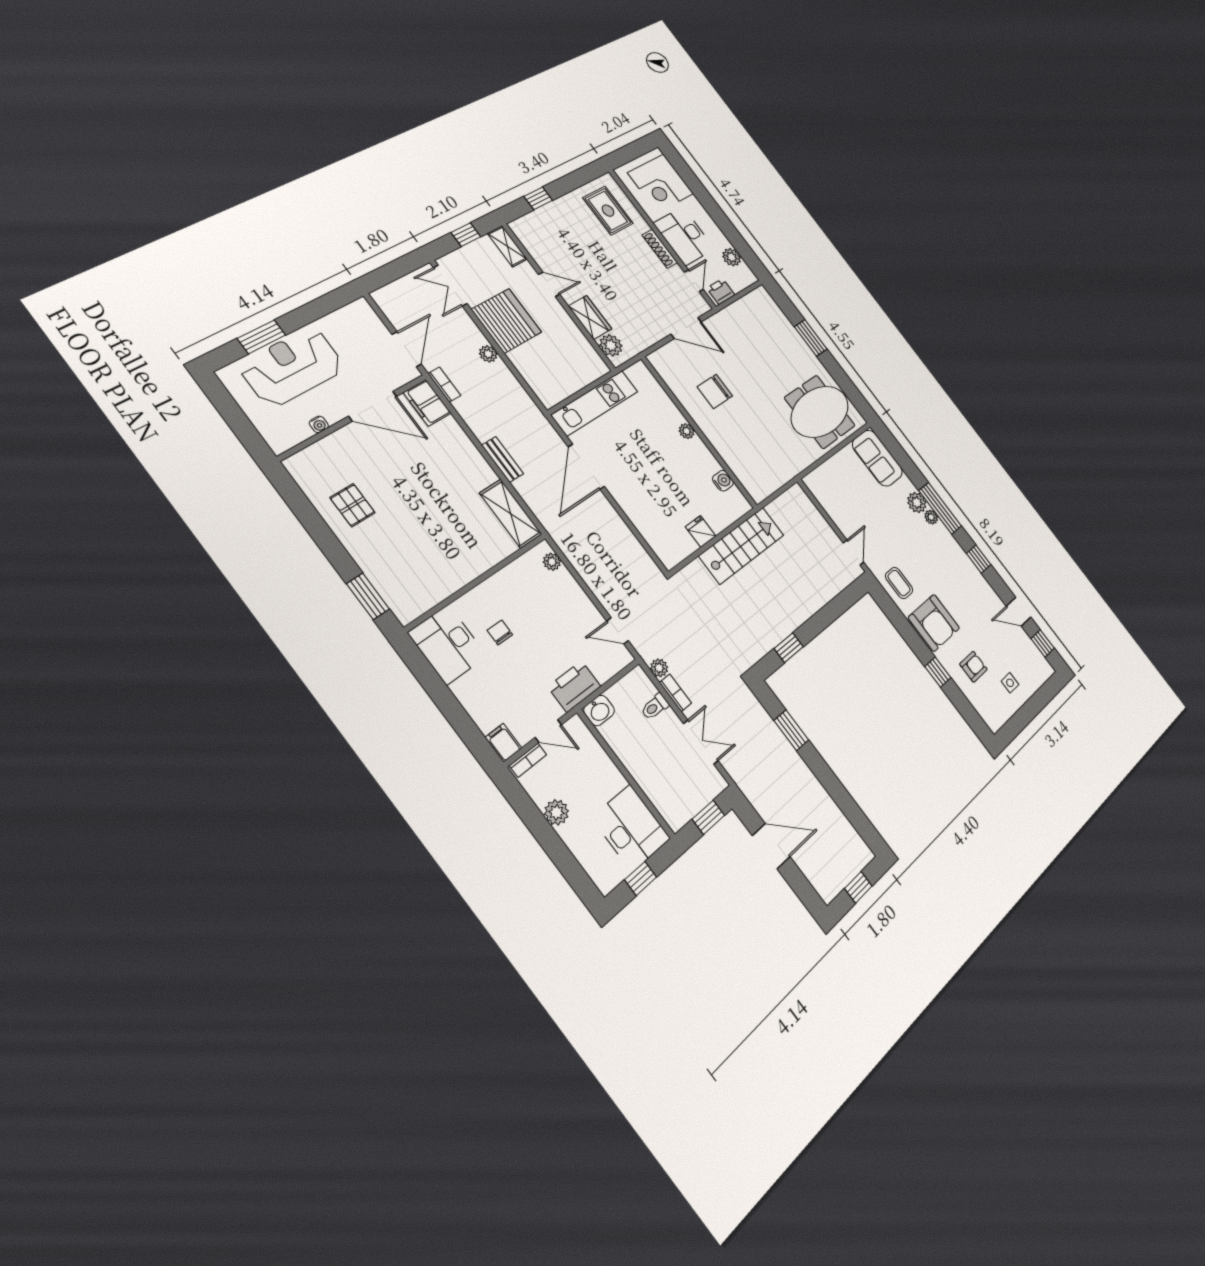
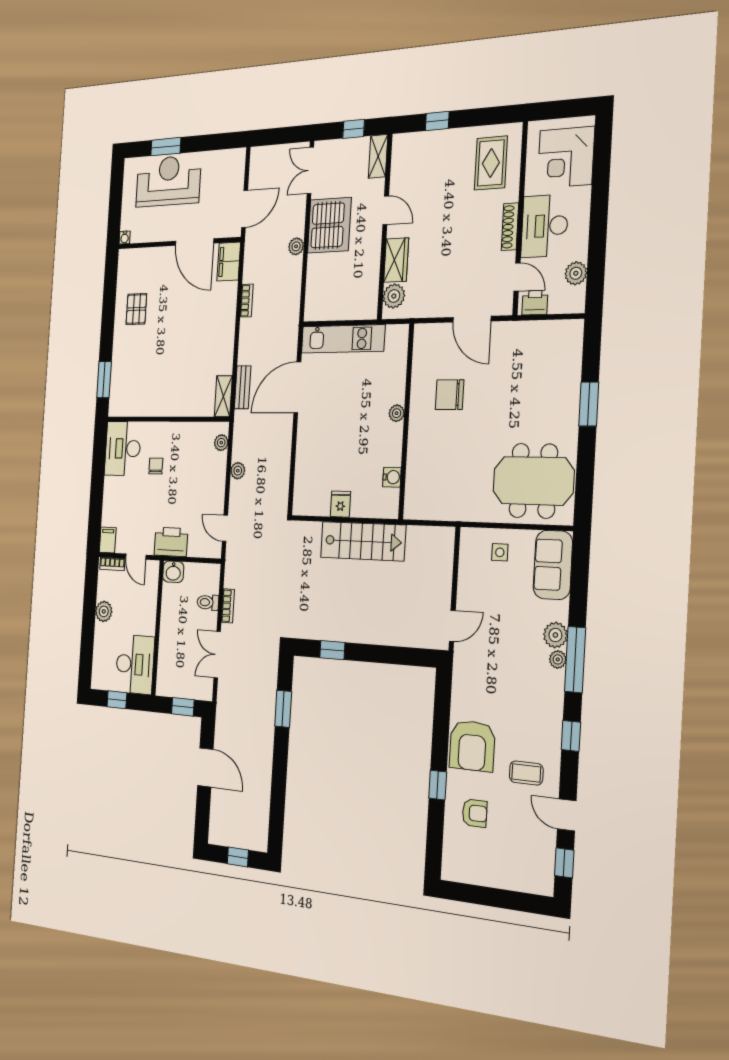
door: (694, 281) -> (517, 277), hinge flipped
bookcase: (444, 385) -> (247, 301), moved
water cooler: (319, 424) -> (125, 237), moved
bench: (503, 459) -> (243, 387), moved
shelving: (511, 514) -> (223, 396), width x0.67, depth x0.75
coffee table: (899, 583) -> (526, 773), moved, turned 90
plant: (659, 668) -> (238, 471), moved
side table: (1010, 683) -> (500, 552), moved
double door: (701, 742) -> (217, 655), swing flipped

